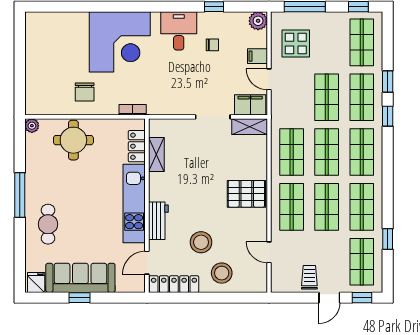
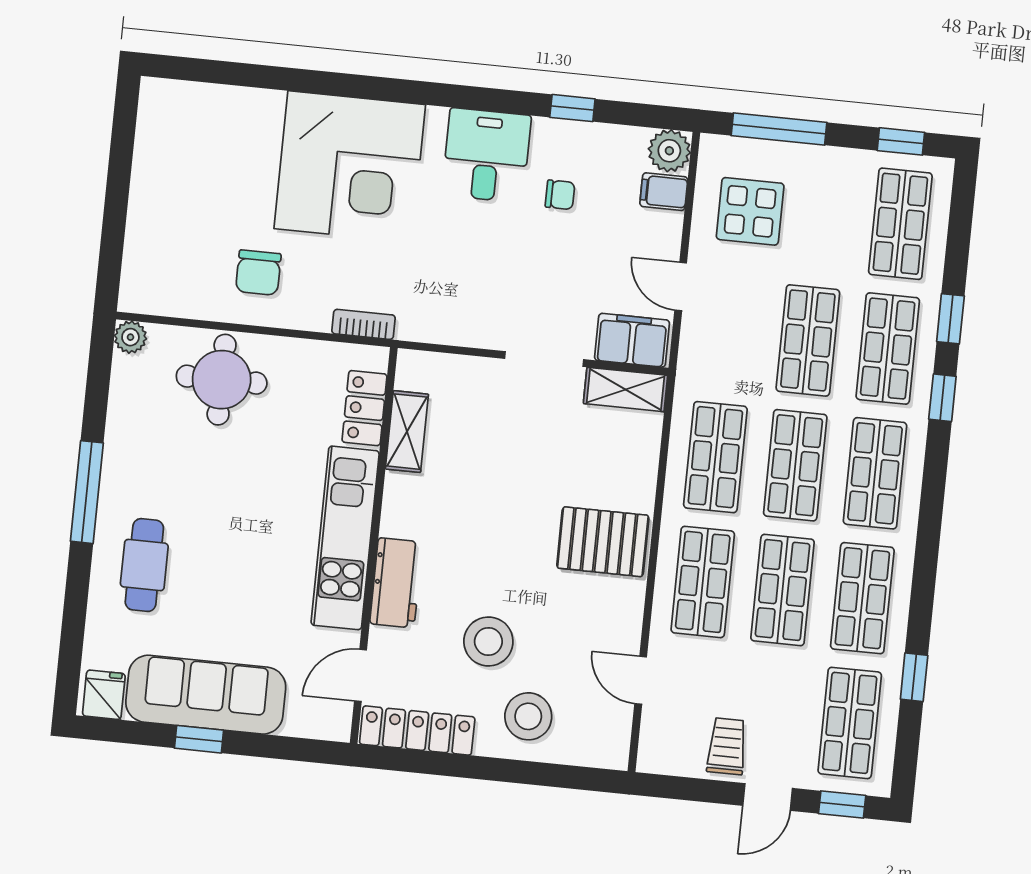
filing cabinet: (257, 56) -> (664, 192), moved

